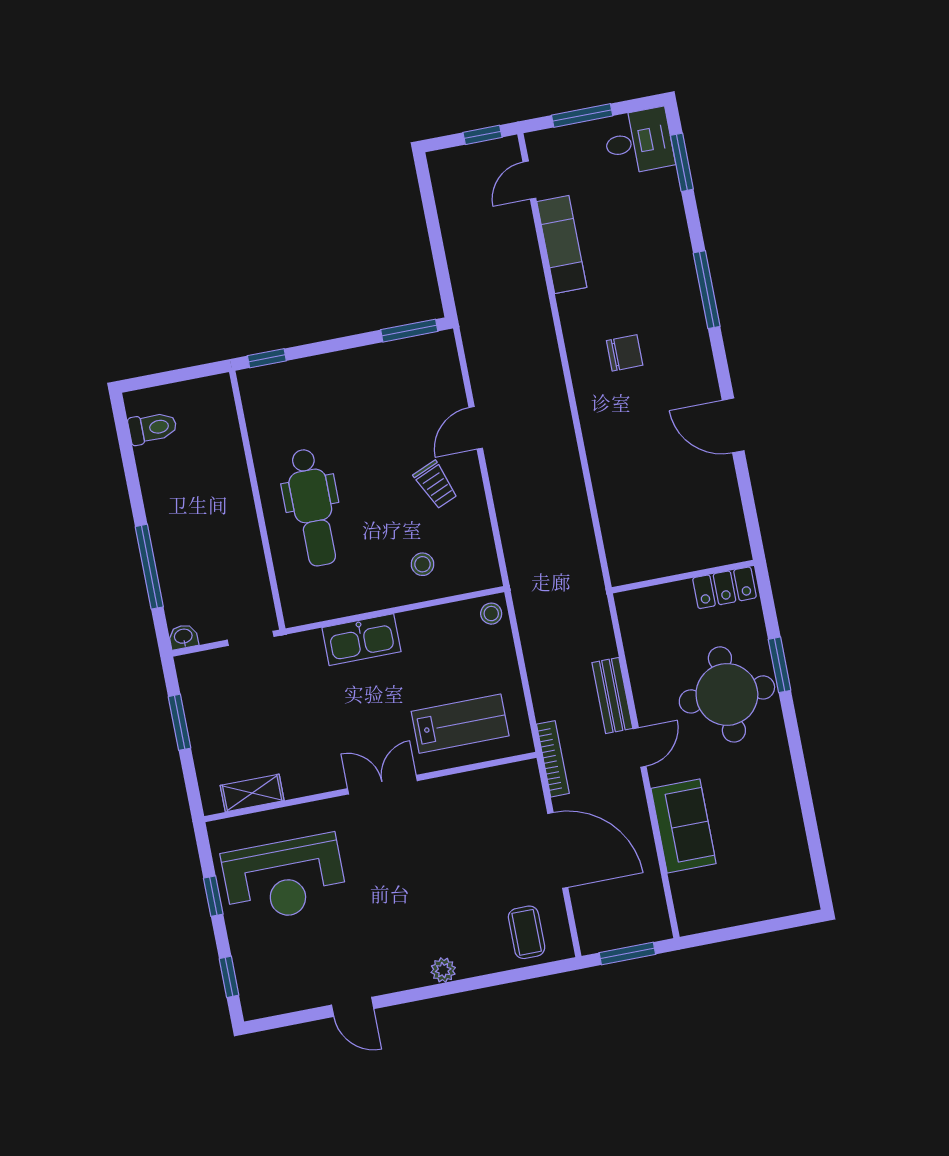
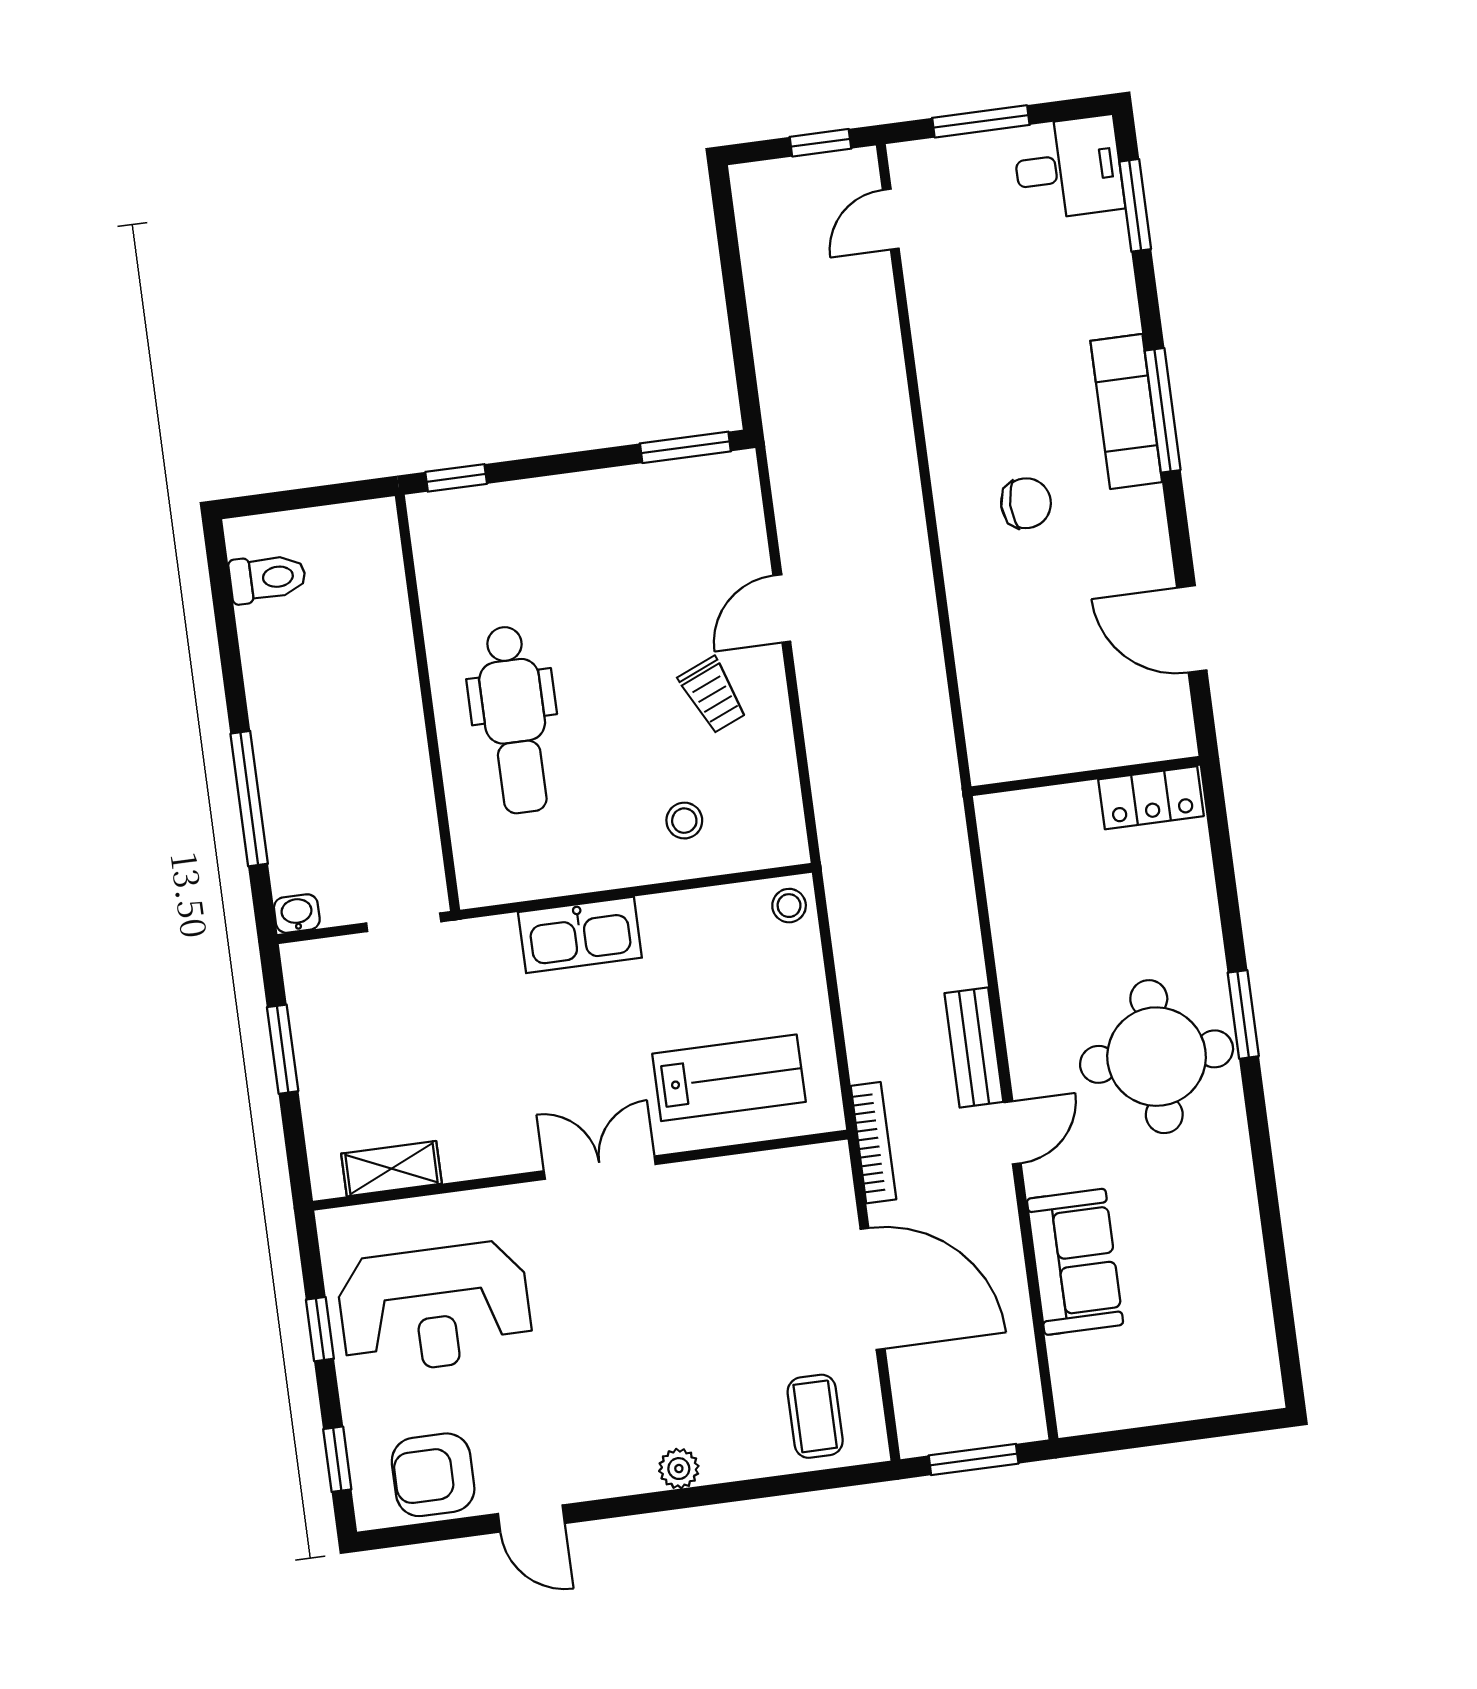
exam couch: (562, 244) -> (1126, 411), moved, turned 180
wall: (683, 577) -> (1086, 776), moved
locker: (725, 588) -> (1151, 798), moved
armchair: (290, 983) -> (433, 1475), added

